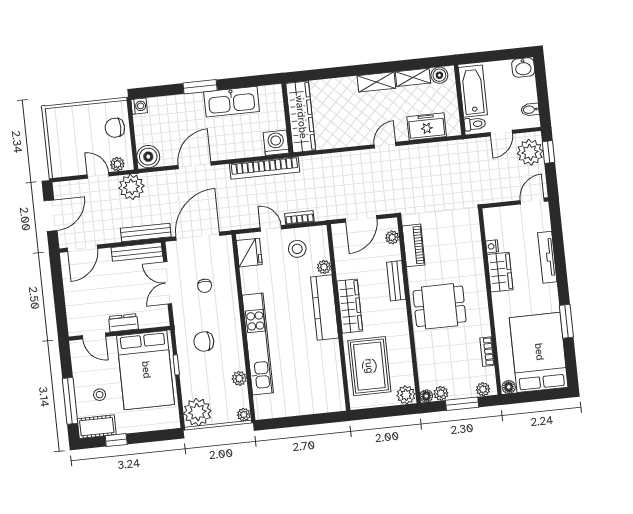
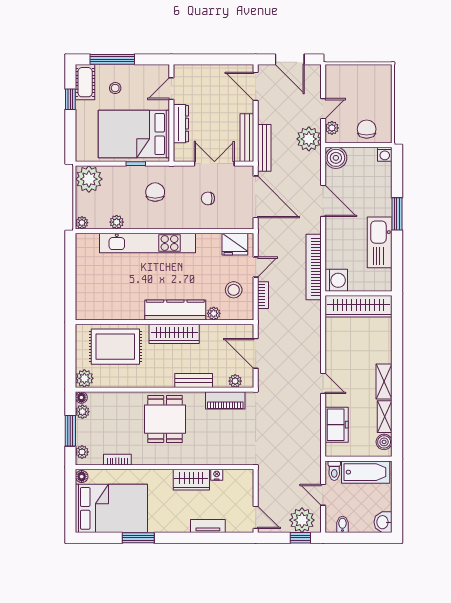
tv unit: (547, 257) -> (208, 526), width x0.71
dresser: (123, 323) -> (181, 124), width x1.44

